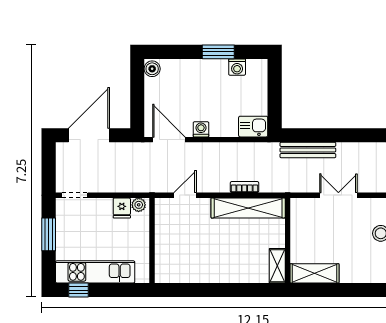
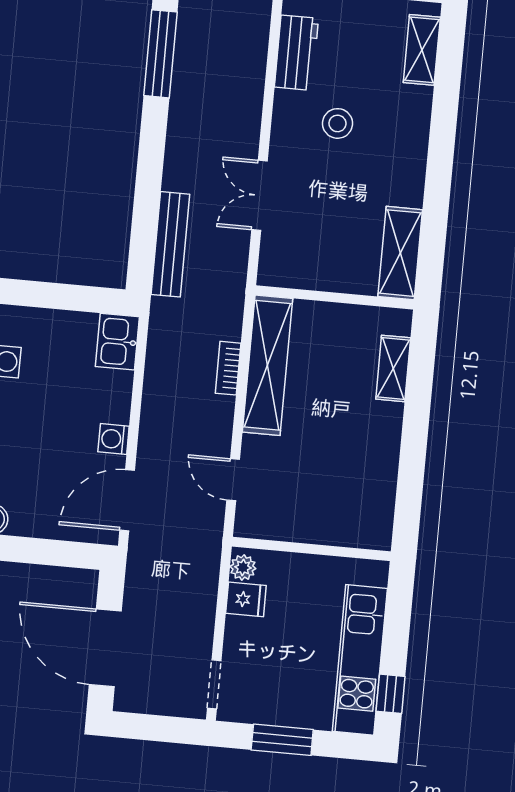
shelving: (277, 266) -> (393, 368), moved, turned 90

